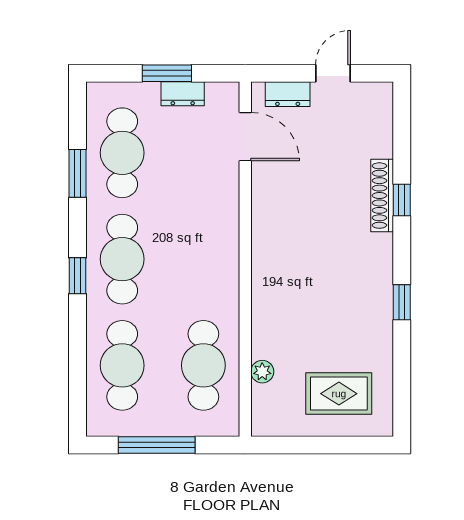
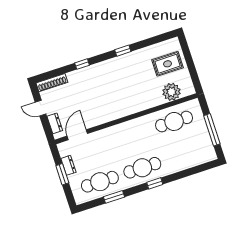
shoe rack: (382, 196) -> (52, 83), moved
cafe table: (122, 365) -> (185, 154), removed
plant: (262, 372) -> (171, 92), width x1.88, depth x1.88
rug: (339, 394) -> (167, 64), turned 90

